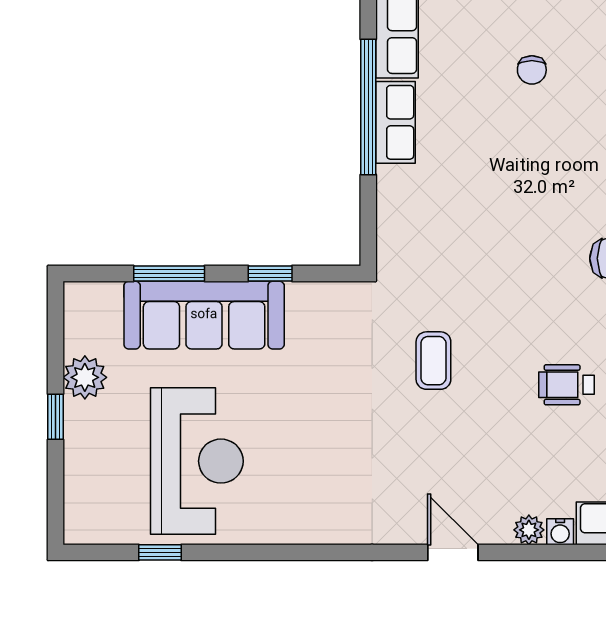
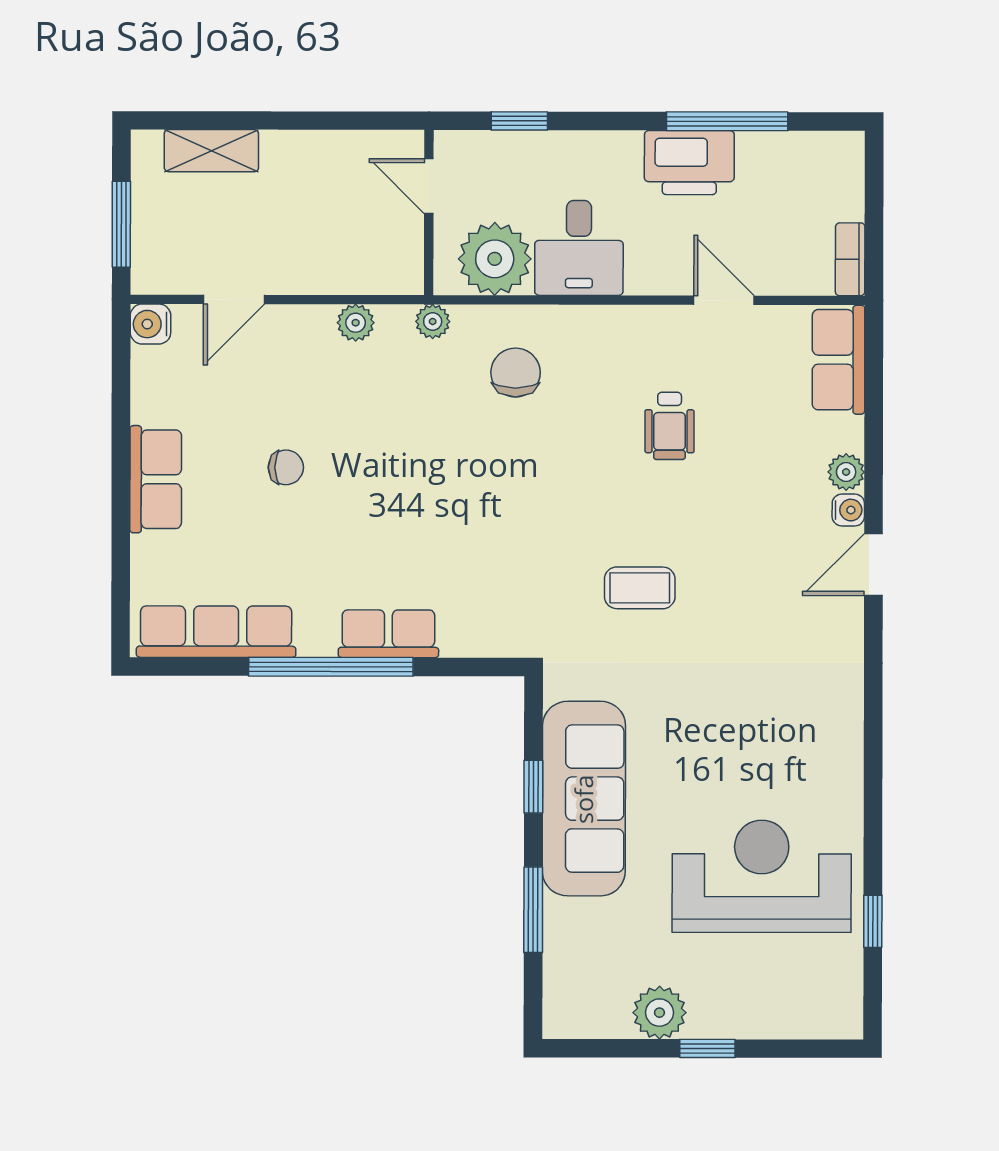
row of seats: (395, 122) -> (388, 634), moved
sofa: (204, 315) -> (584, 799), moved
water cooler: (560, 532) -> (848, 510), moved

